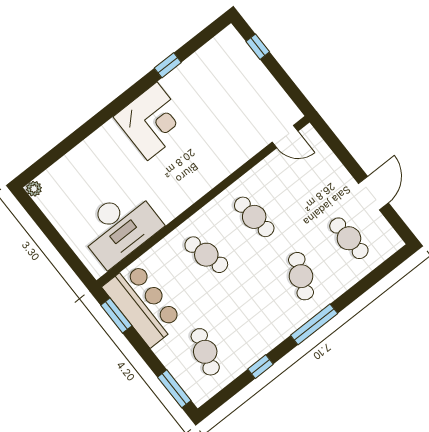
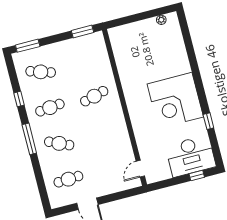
corner desk: (152, 121) -> (175, 100), width x1.36, depth x1.36
plant: (34, 189) -> (161, 20), moved
cafe table: (254, 217) -> (50, 108), moved
desk: (119, 227) -> (191, 156), moved, turned -90
bar counter: (143, 304) -> (82, 49), removed

